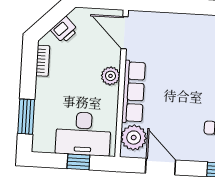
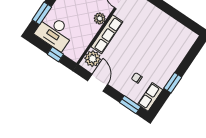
desk: (83, 134) -> (55, 32), moved

